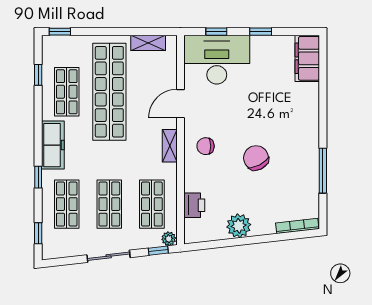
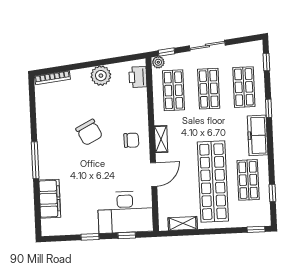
filing cabinet: (307, 58) -> (50, 199), moved
window: (323, 171) -> (35, 160), moved
printer: (194, 205) -> (138, 77), moved

